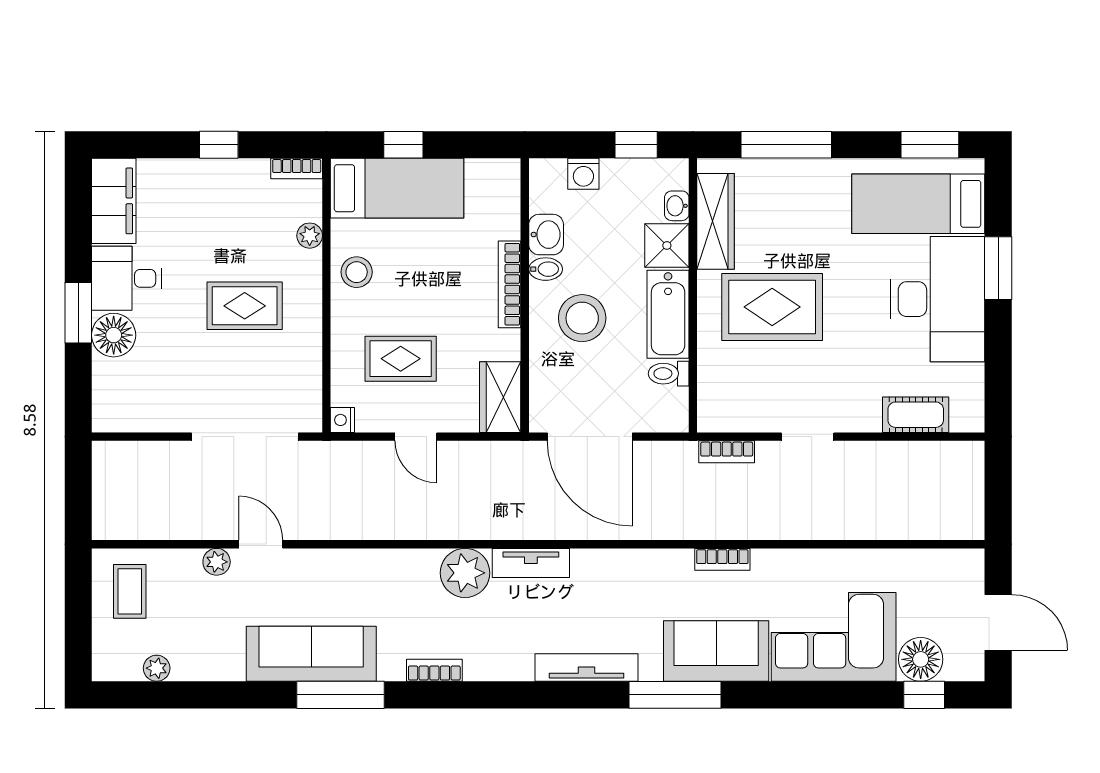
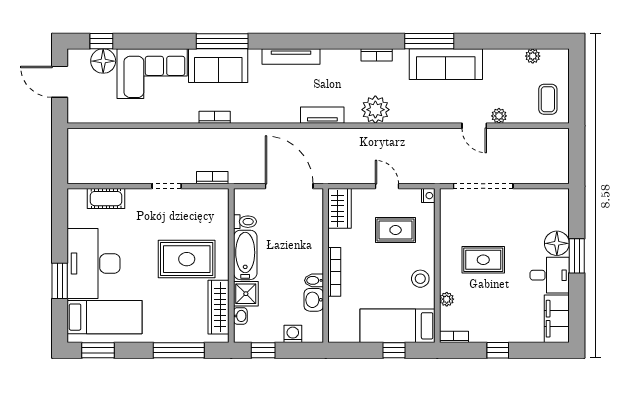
stool: (582, 318) -> (293, 253), removed
plant: (465, 573) -> (375, 110), moved
window: (675, 695) -> (222, 41), moved

